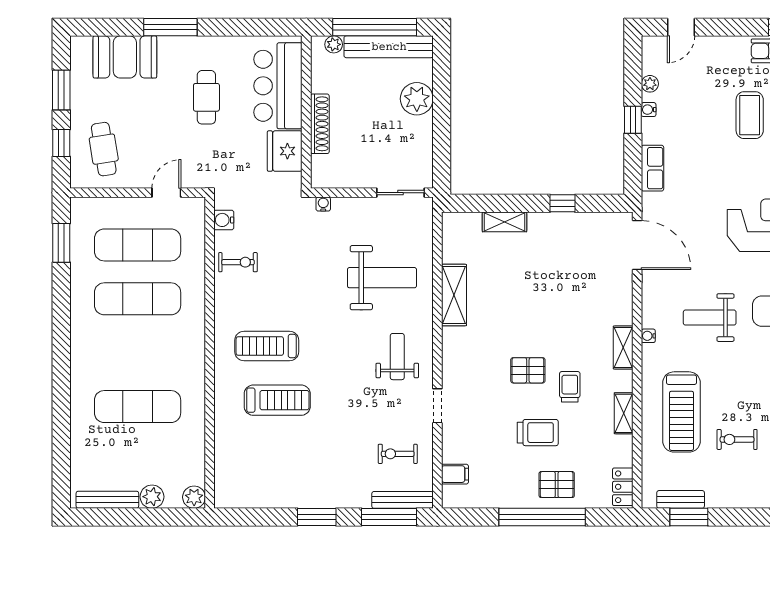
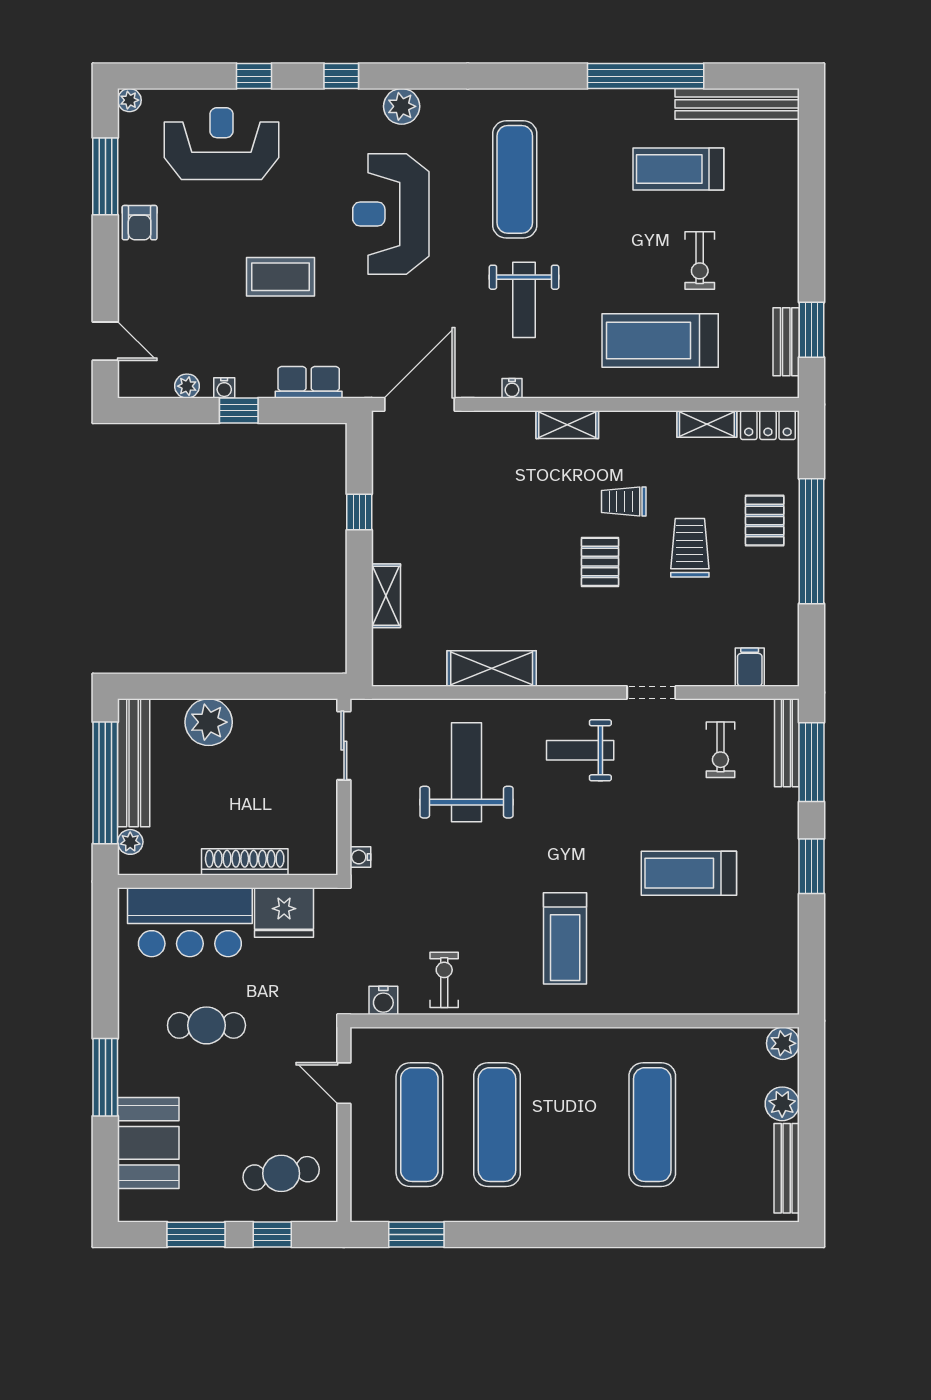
coffee table: (750, 115) -> (281, 277), moved
water cooler: (648, 336) -> (512, 388), moved
treadmill: (277, 400) -> (689, 873), moved, turned -90
treadmill: (682, 412) -> (660, 341), turned 180
shelving: (624, 413) -> (707, 424), moved

